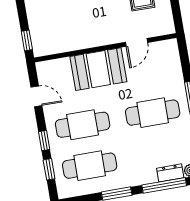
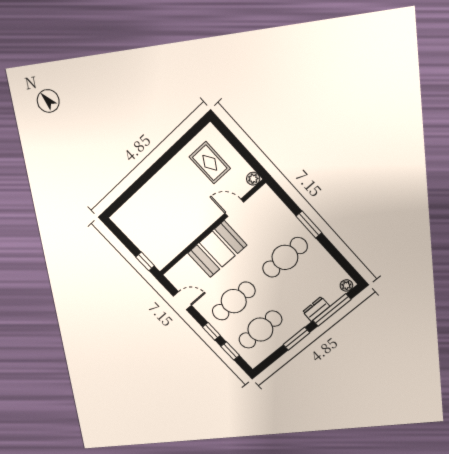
plant: (168, 28) -> (253, 179), added
door: (137, 42) -> (234, 208), swing flipped
dresser: (170, 173) -> (316, 309), moved

